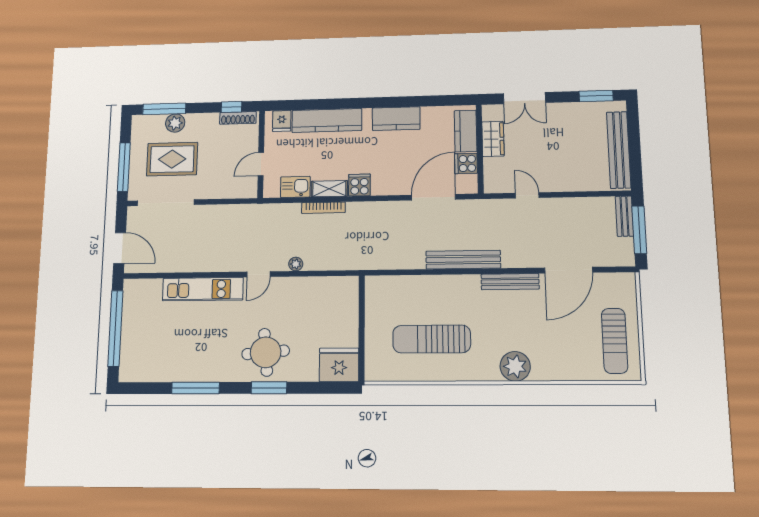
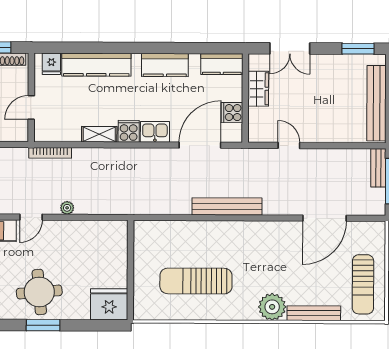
kitchen counter: (466, 131) -> (222, 64), moved, turned -90
kitchen sink: (295, 187) -> (155, 132), moved
bookcase: (323, 208) -> (50, 153), moved
bench: (510, 282) -> (314, 313), moved

